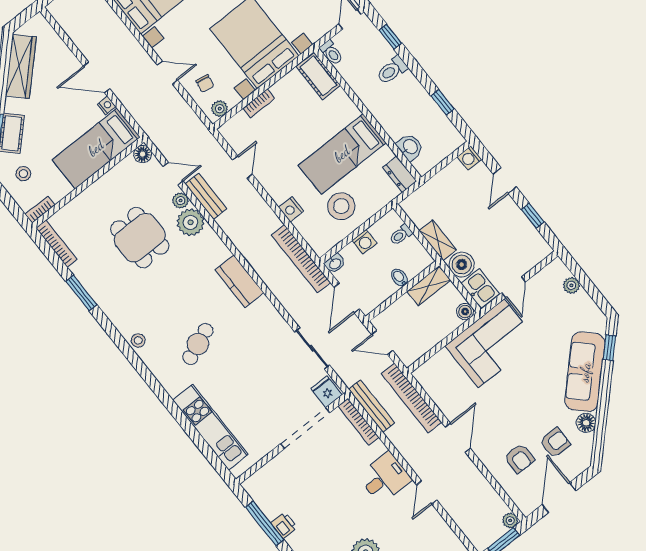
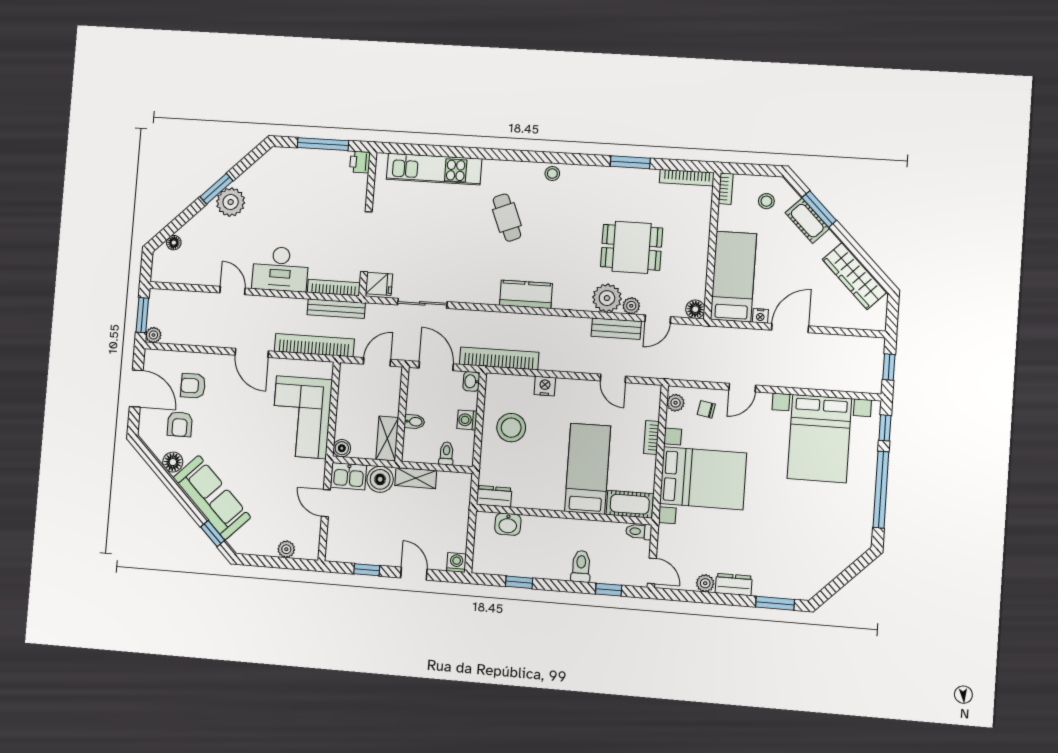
bed: (342, 154) -> (588, 469), moved
corner sofa: (491, 343) -> (301, 417), moved
desk: (385, 478) -> (280, 269), width x1.37
printer: (284, 525) -> (360, 162), moved, turned 90

